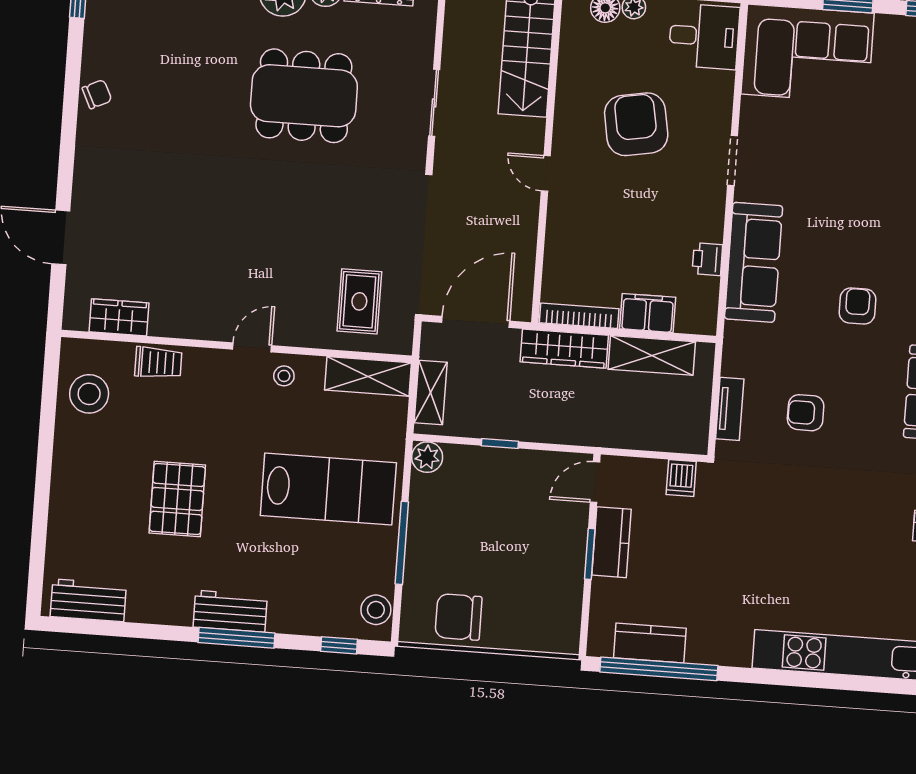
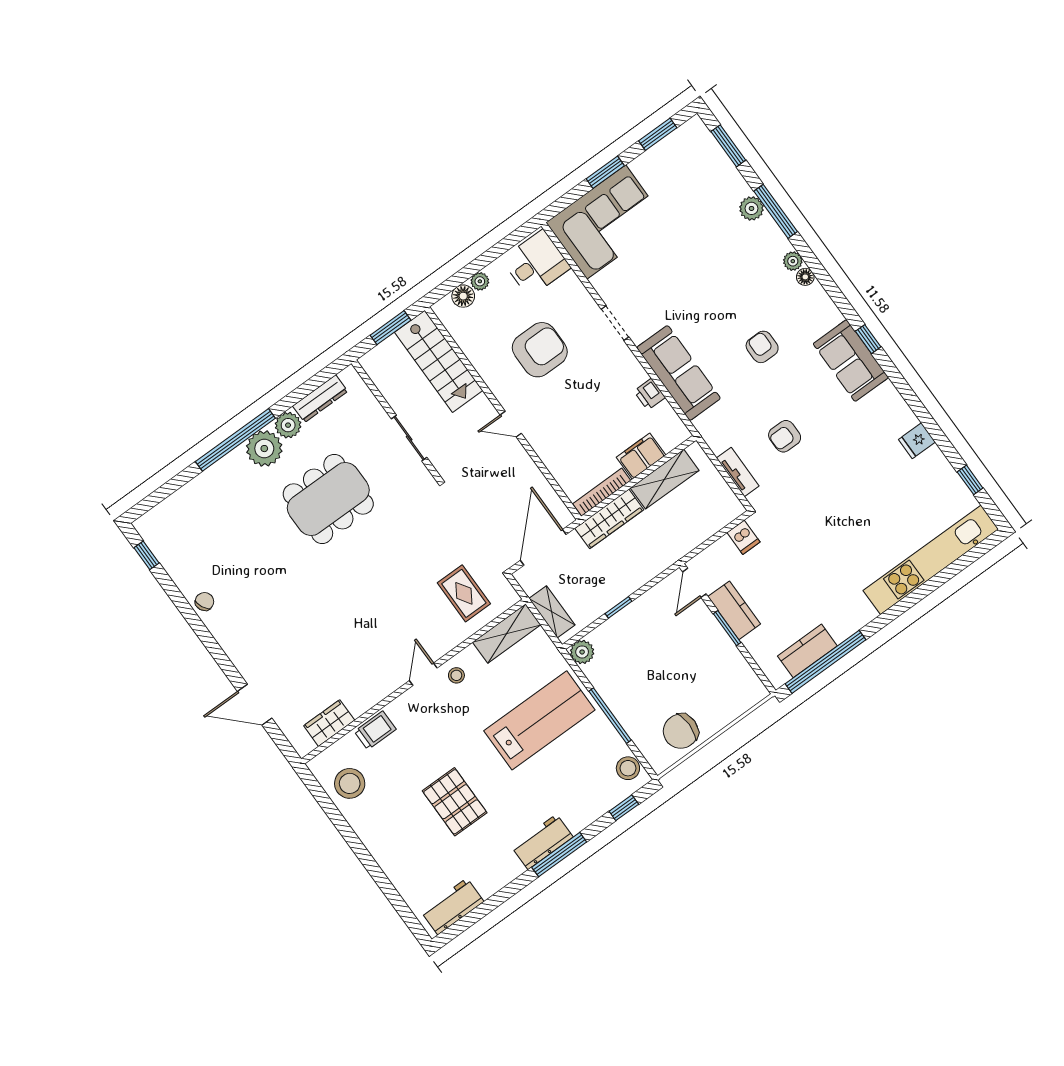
armchair: (636, 124) -> (540, 350), turned 100

